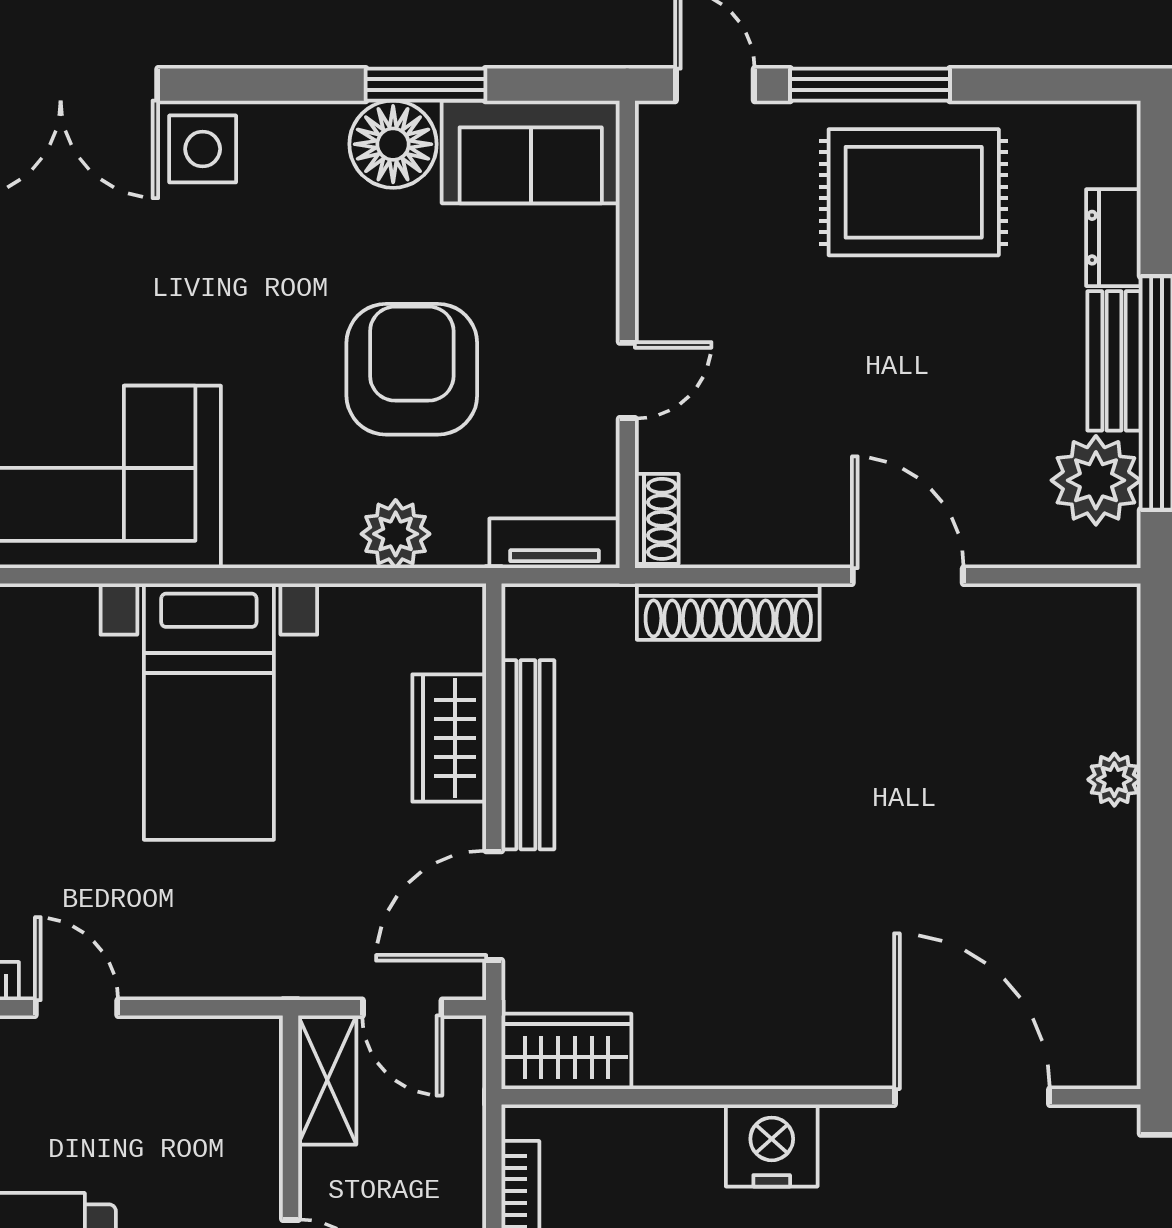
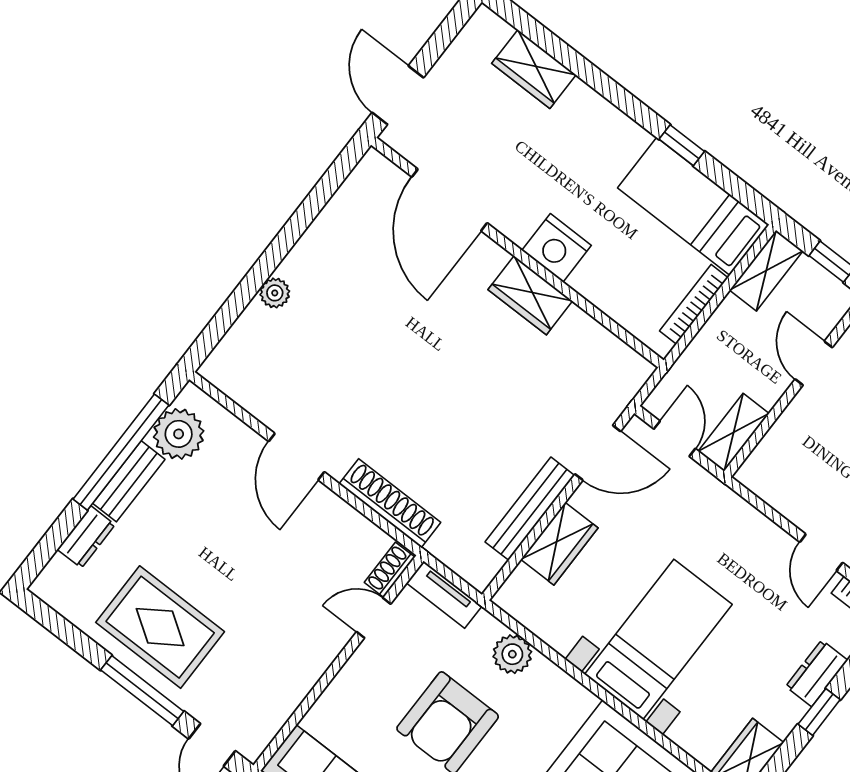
door: (627, 380) -> (374, 618), moved
wardrobe: (566, 1051) -> (530, 295), moved

